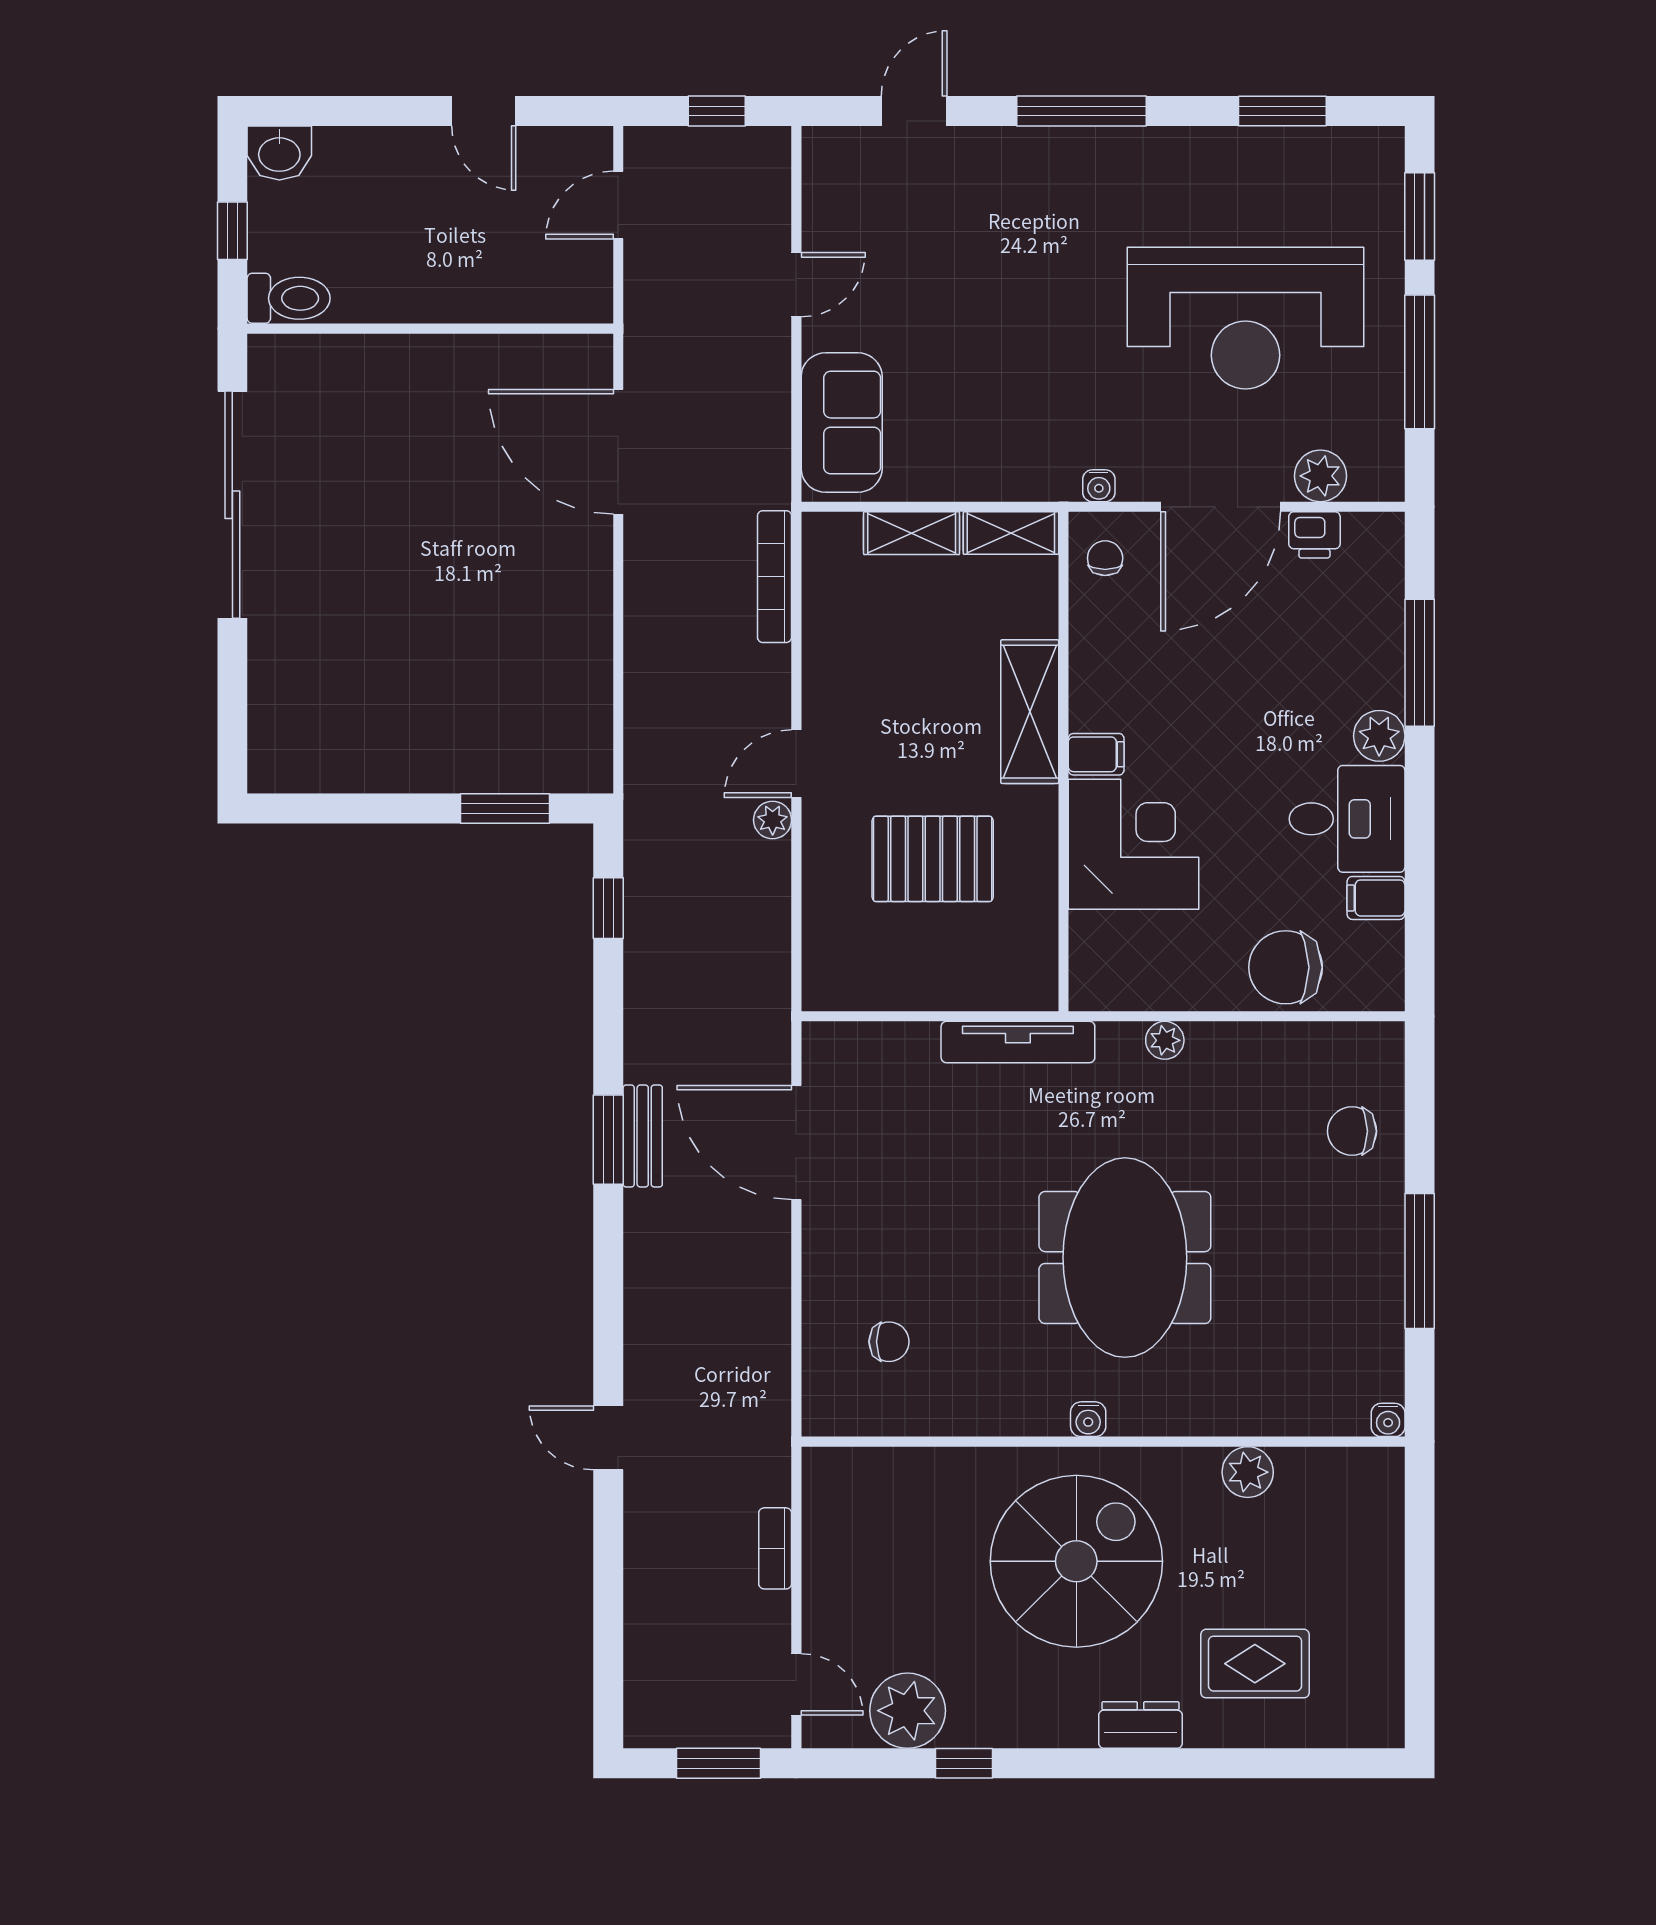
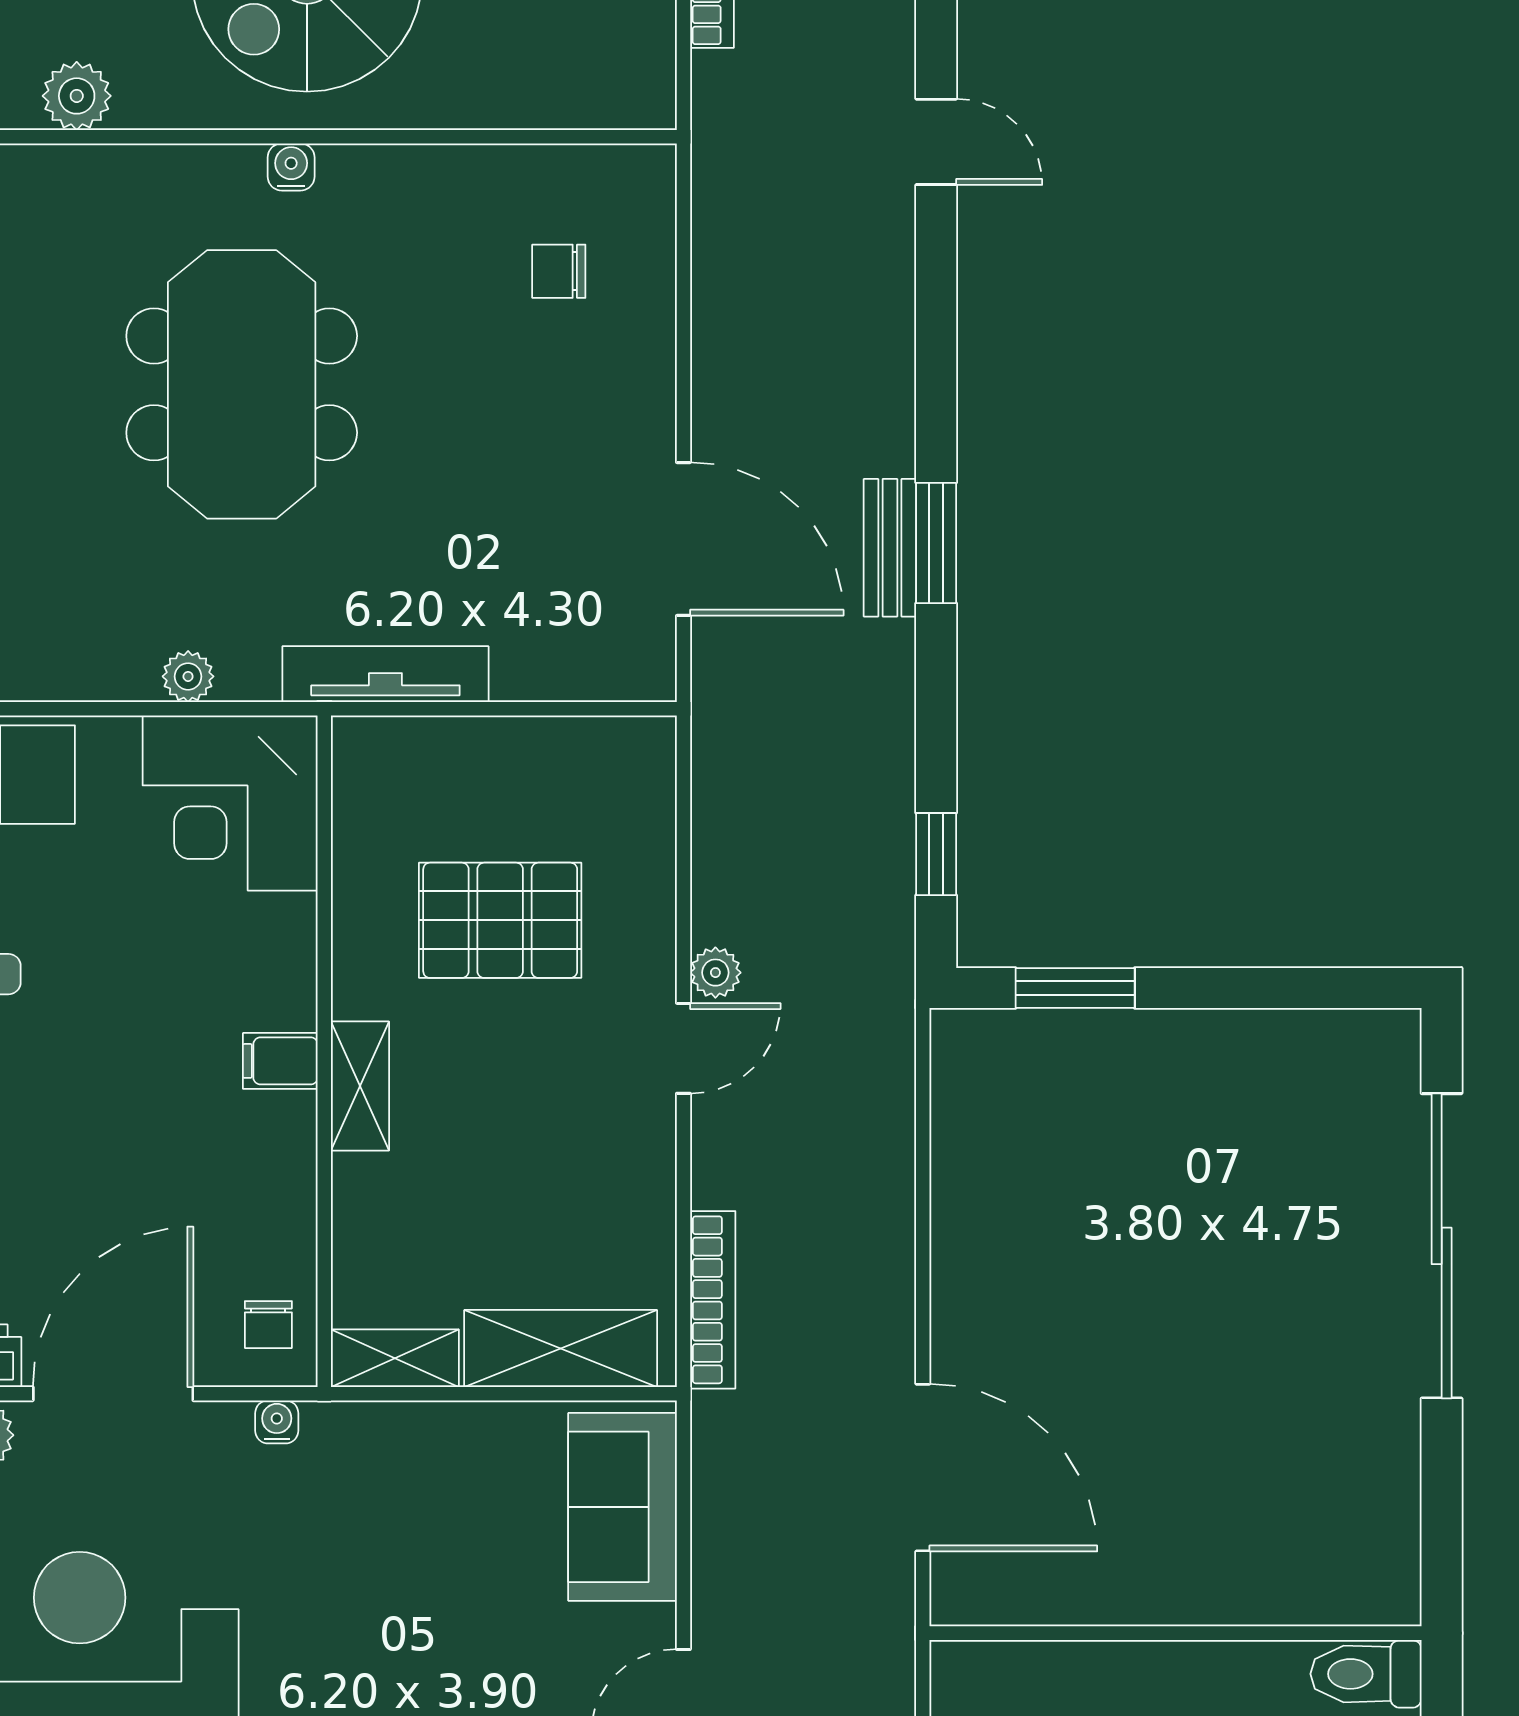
sliding door: (232, 505) -> (1442, 1246), moved
shelving: (912, 533) -> (561, 1348), width x1.50, depth x1.33
shelving: (1030, 712) -> (360, 1086), width x0.67, depth x0.75
corner desk: (1134, 844) -> (230, 803), moved

